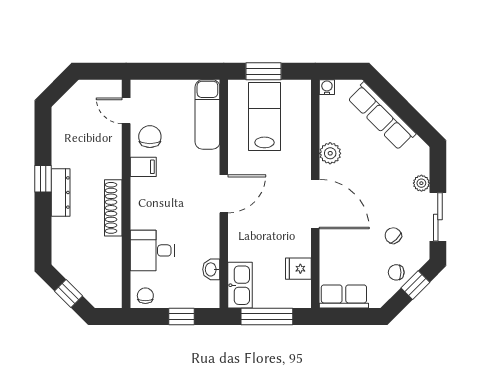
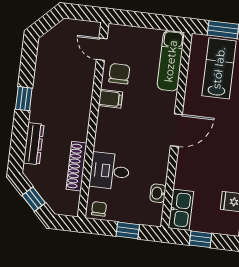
dresser: (61, 192) -> (34, 144), moved
shoe rack: (113, 208) -> (76, 166), moved
window: (267, 317) -> (201, 239), width x0.46

